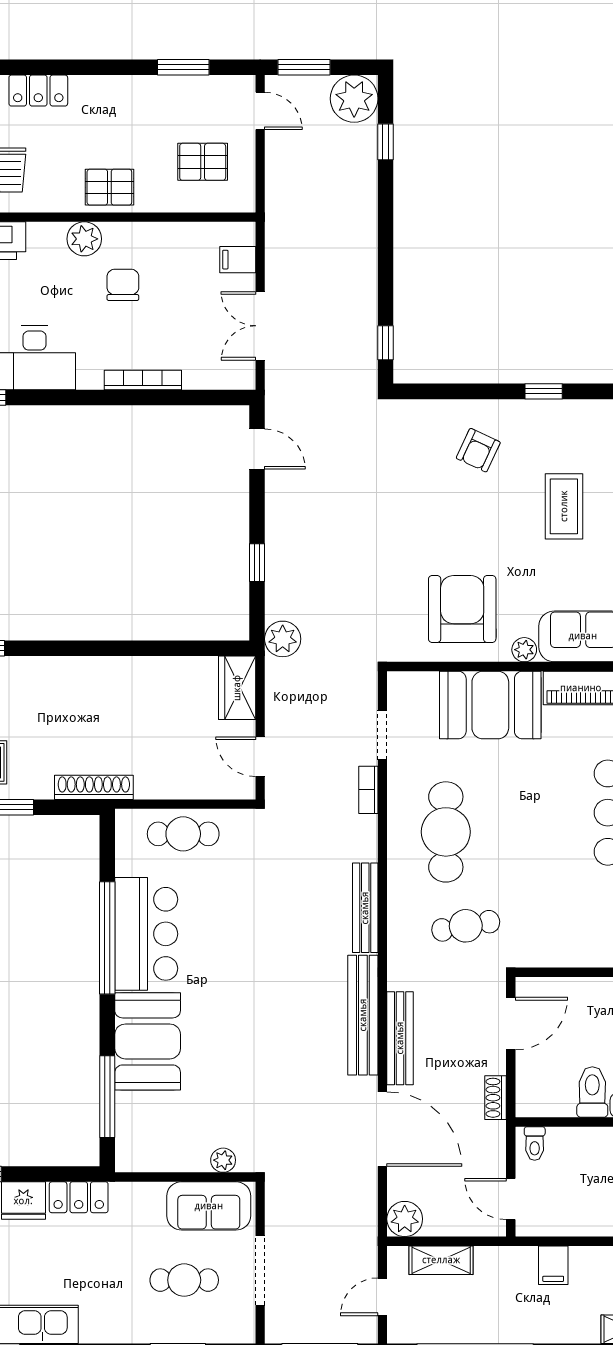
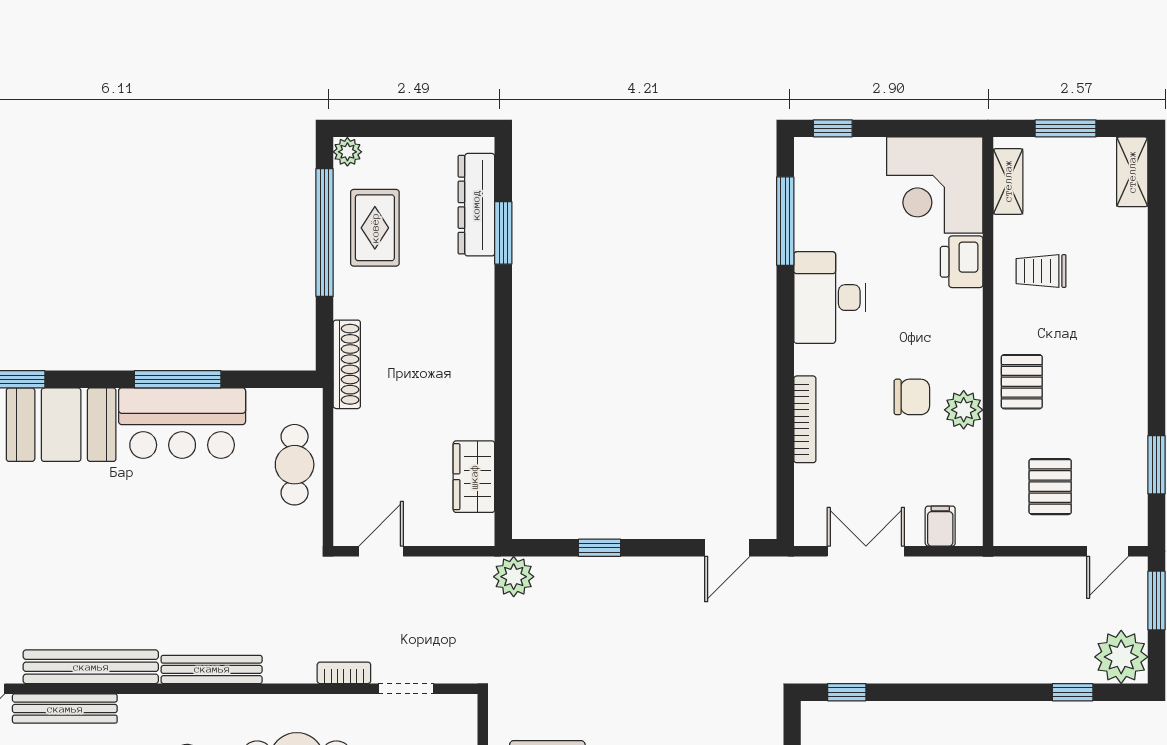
locker: (38, 91) -> (1130, 302), removed
plant: (84, 239) -> (964, 410), moved
wardrobe: (237, 688) -> (474, 477), moved, turned -90
window: (107, 938) -> (178, 379), width x0.68

